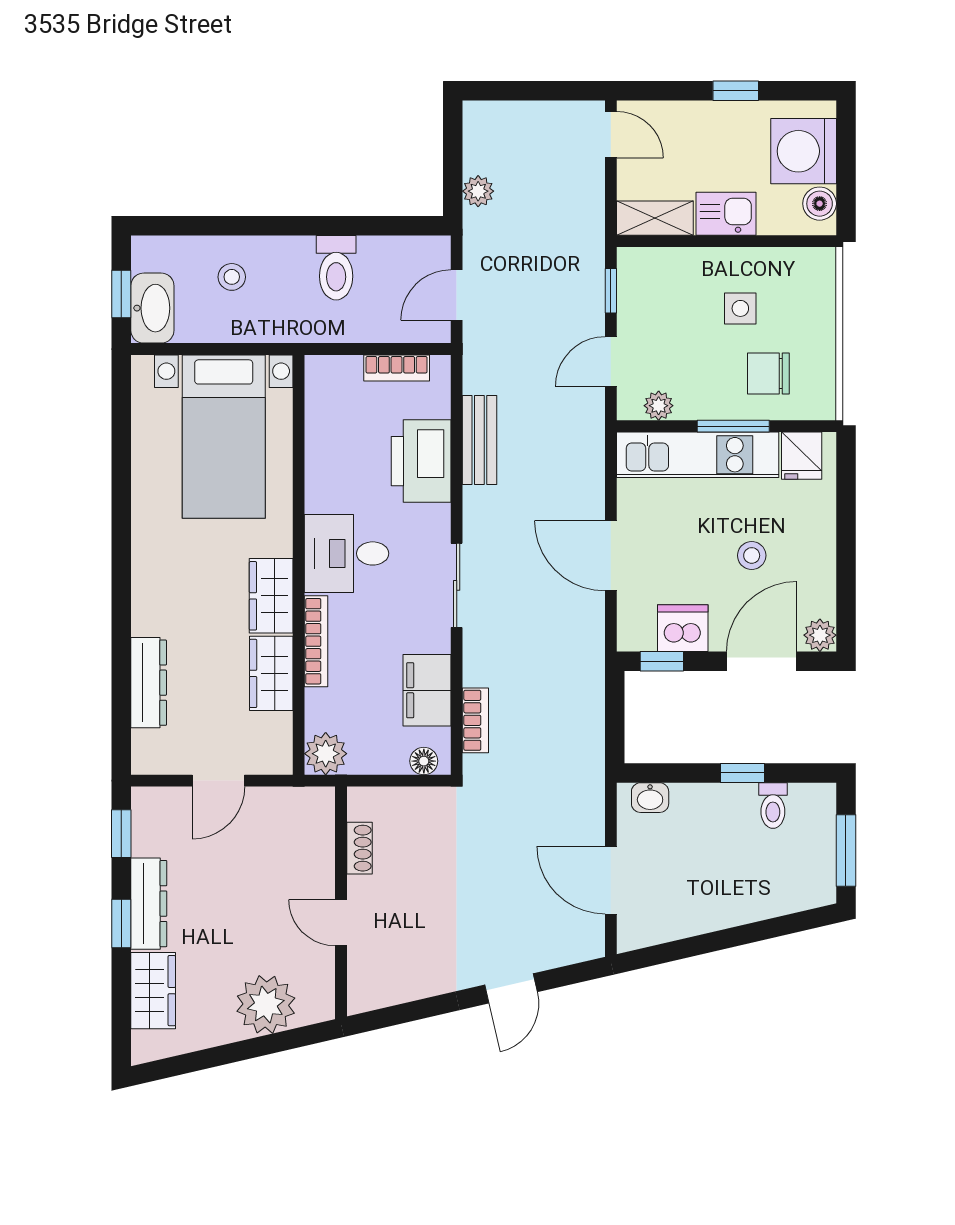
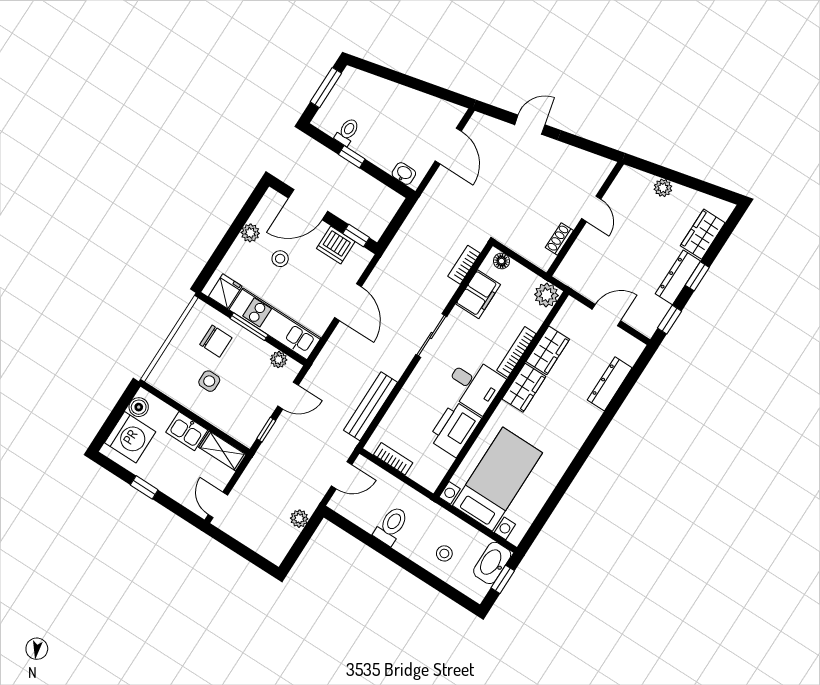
bench: (479, 440) -> (370, 406), width x1.36
printer: (421, 461) -> (455, 429), moved, turned 180
plant: (820, 635) -> (250, 233), moved
plant: (266, 1005) -> (663, 188), width x0.53, depth x0.53

